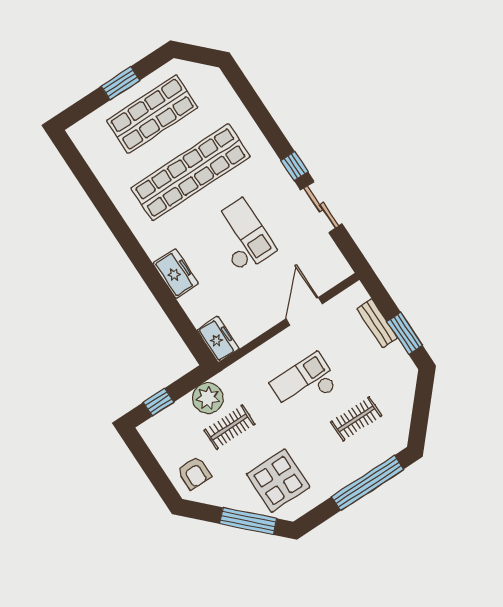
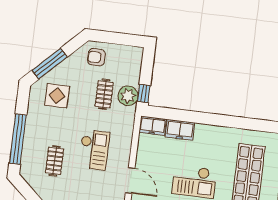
freezer: (176, 274) -> (180, 130), moved
window: (159, 402) -> (144, 93), moved
display table: (278, 481) -> (57, 96), width x0.73, depth x0.73

